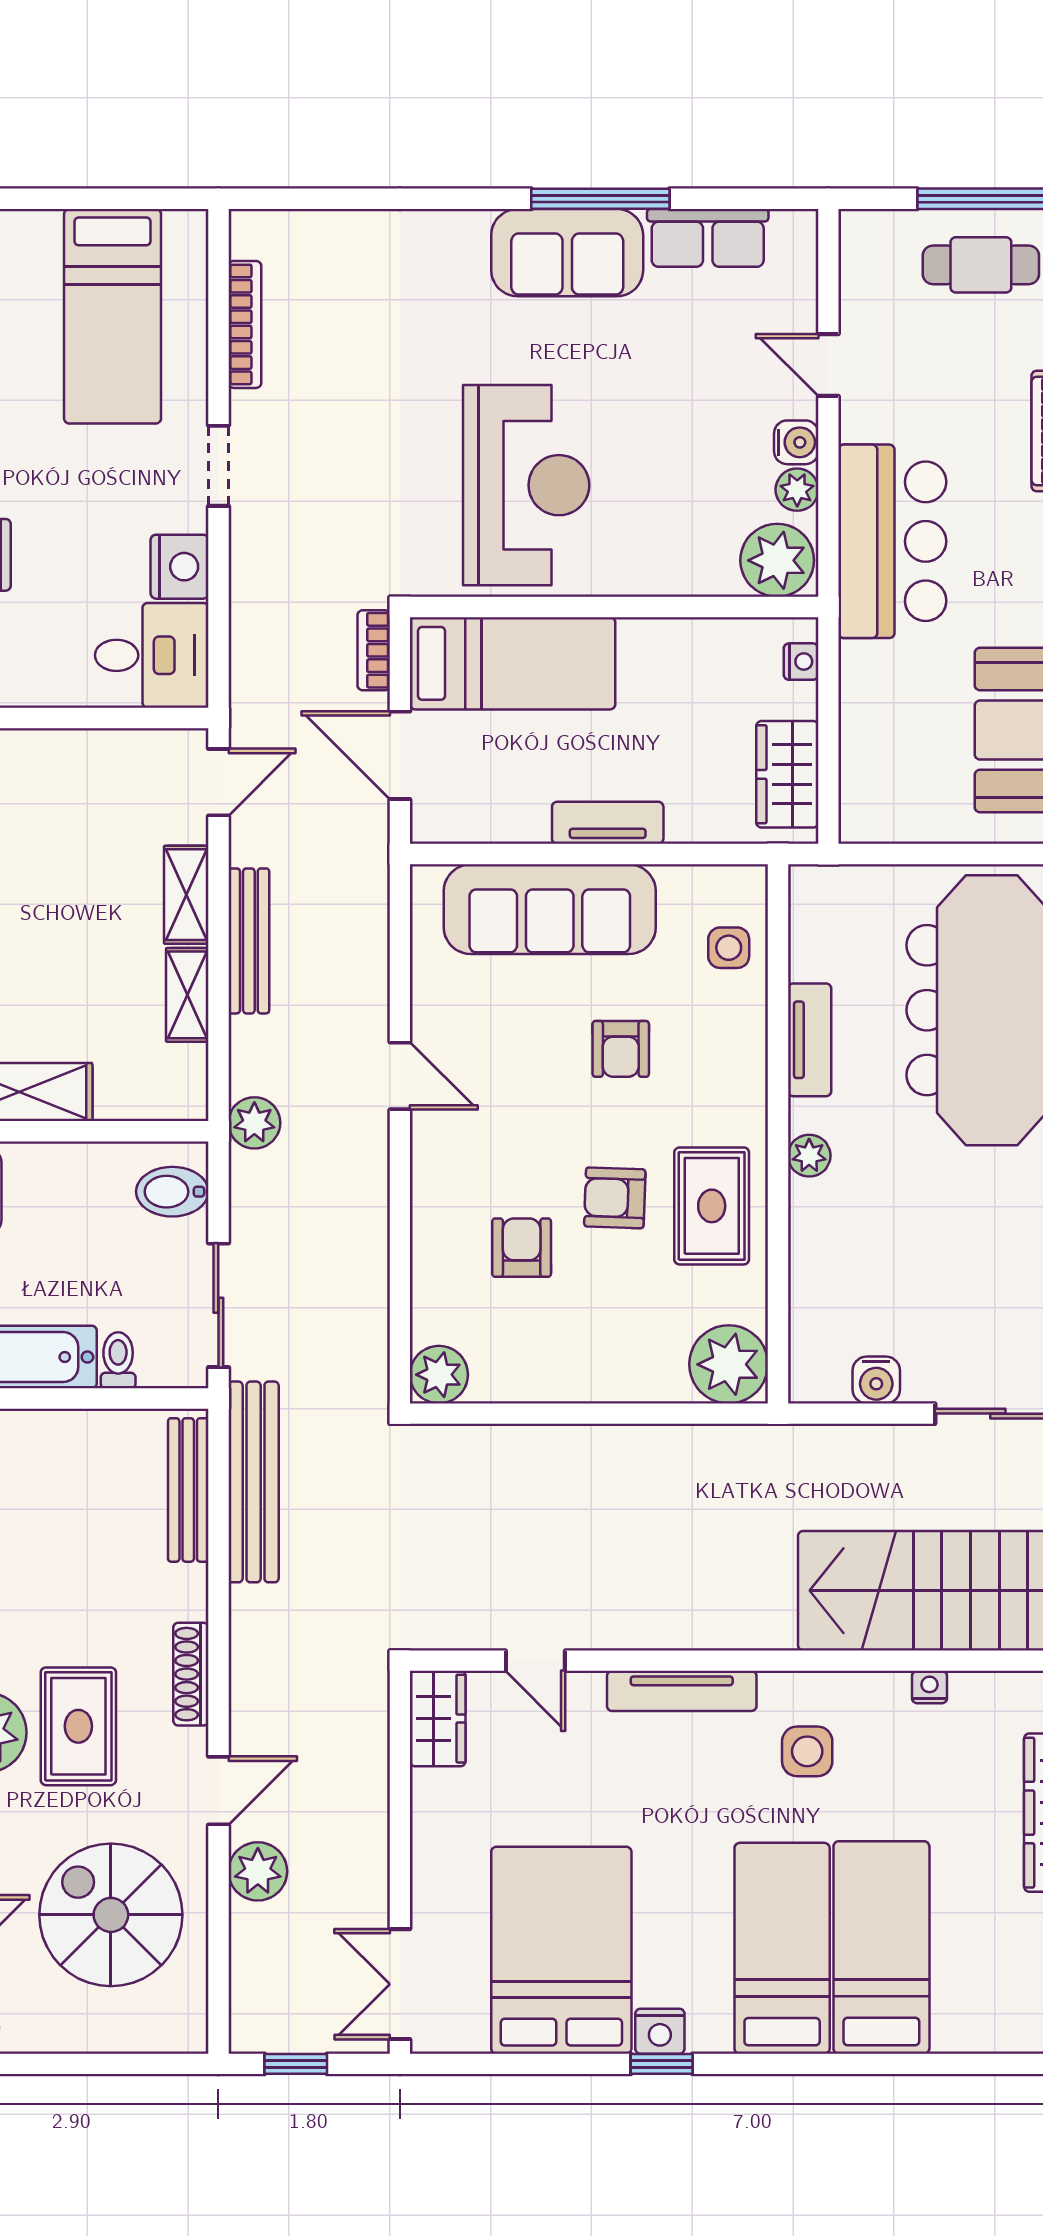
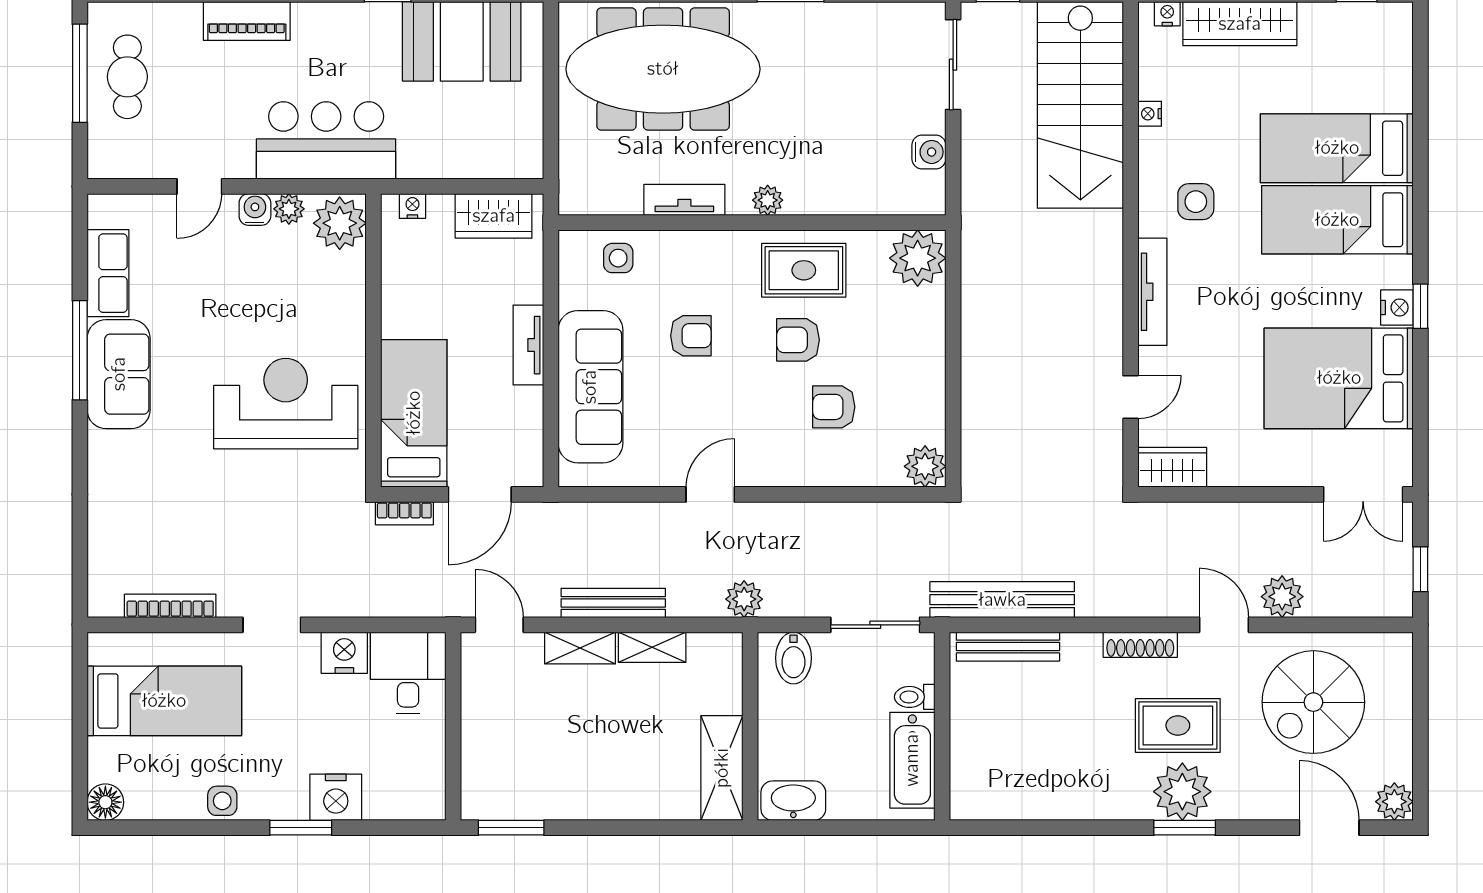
armchair: (615, 1198) -> (798, 340), turned 88

